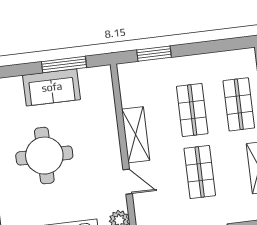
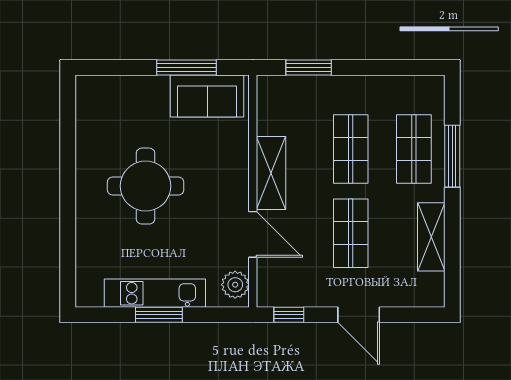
sofa: (52, 87) -> (207, 96), moved
door: (128, 182) -> (253, 234), width x1.37

